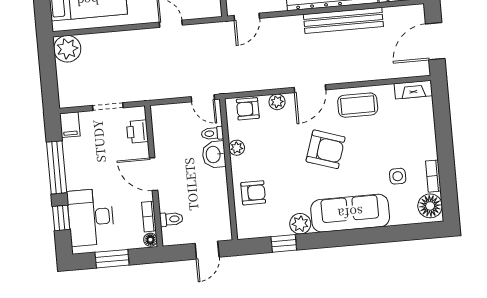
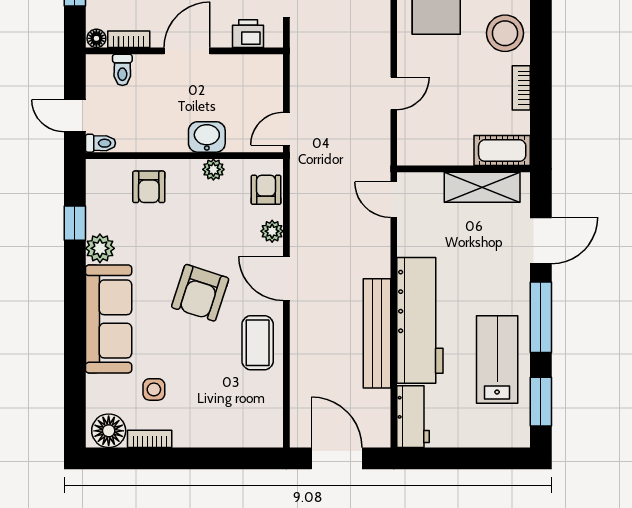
fireplace: (413, 90) -> (272, 422), removed
toilet: (212, 133) -> (100, 143), moved, turned 90

